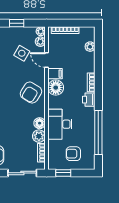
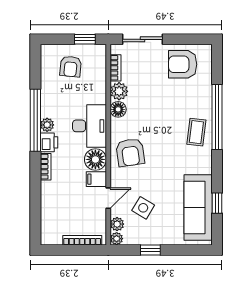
plant: (90, 47) -> (47, 125), moved
door: (47, 60) -> (108, 198), hinge flipped
armchair: (31, 93) -> (130, 152), turned 140
desk: (60, 124) -> (89, 126), moved
window: (98, 132) -> (35, 120), moved
armchair: (73, 154) -> (71, 66), turned 96

